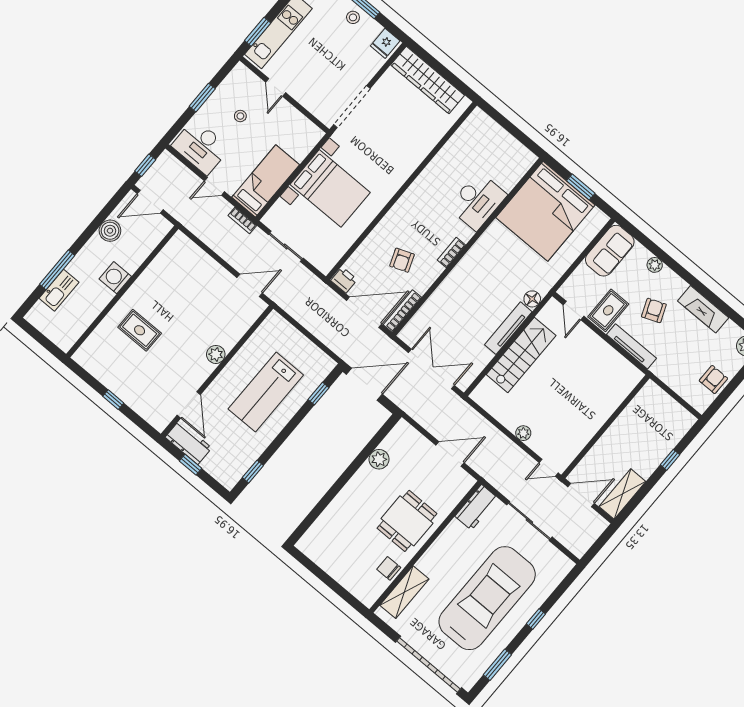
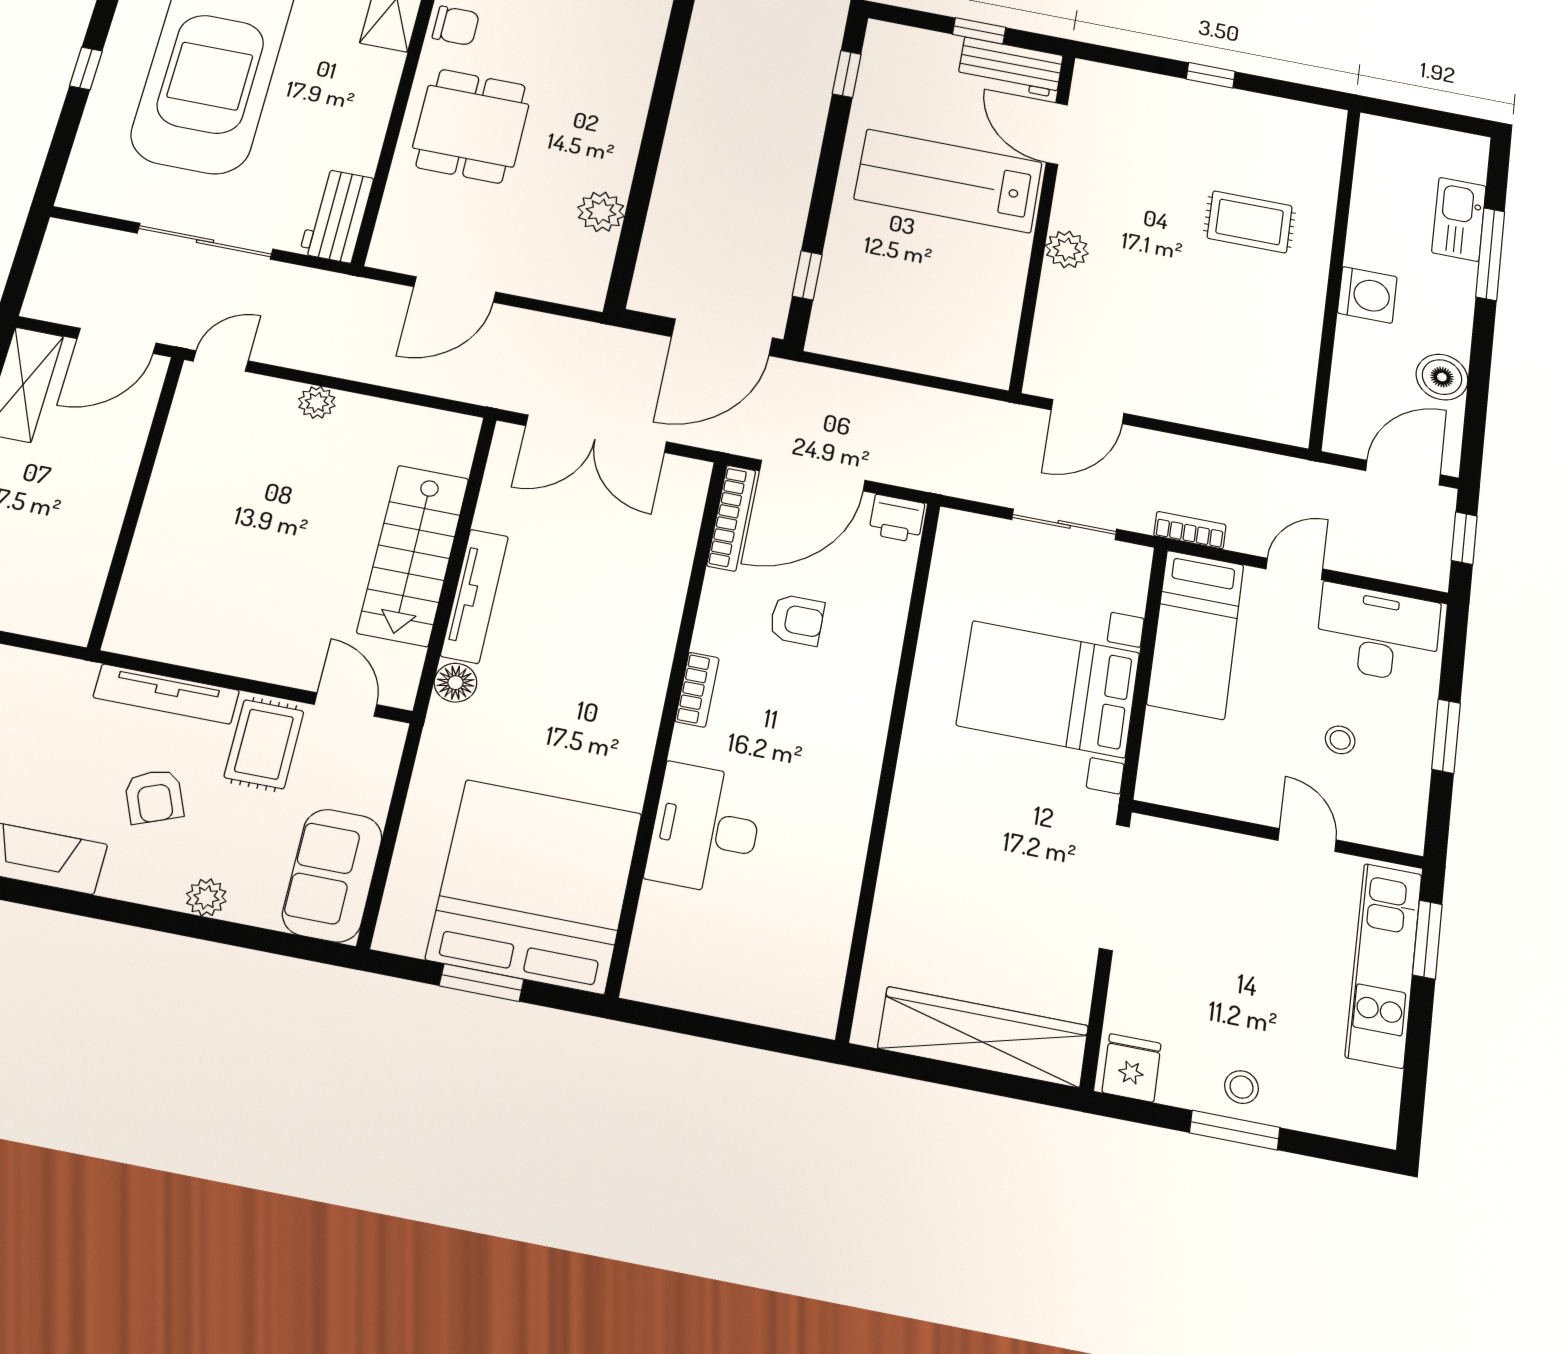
armchair: (402, 260) -> (797, 620), turned 111
lab bench: (266, 392) -> (948, 181), moved, turned -90

